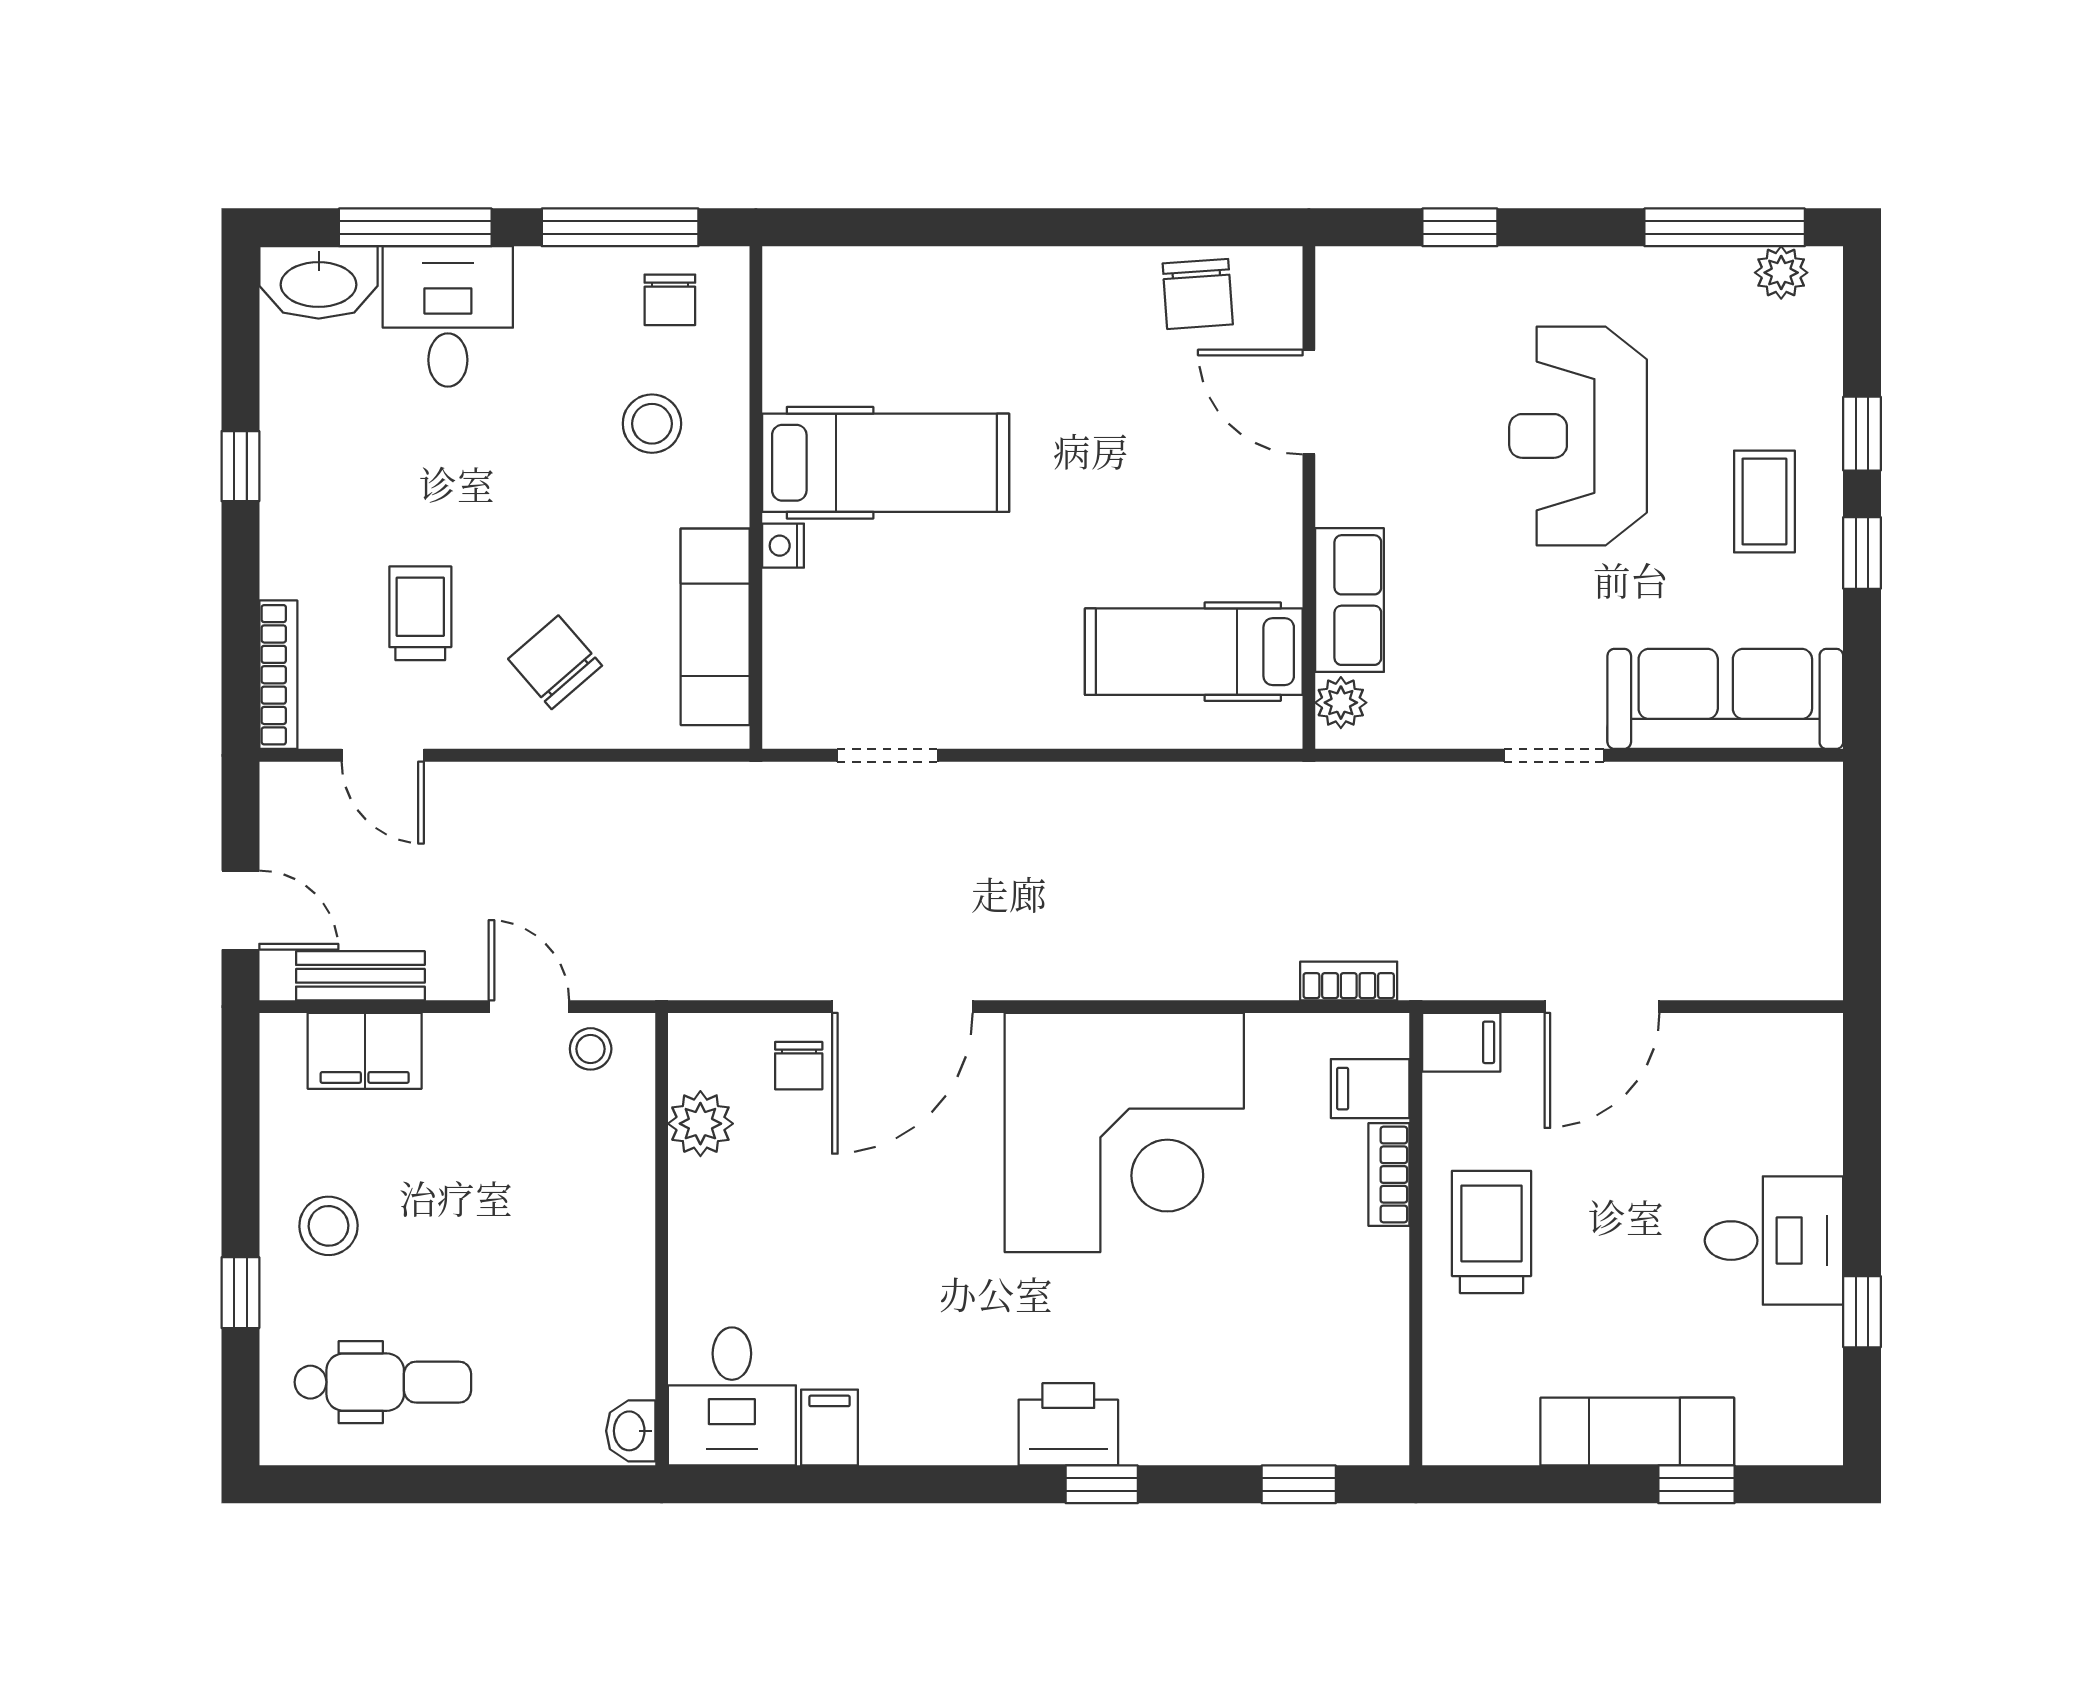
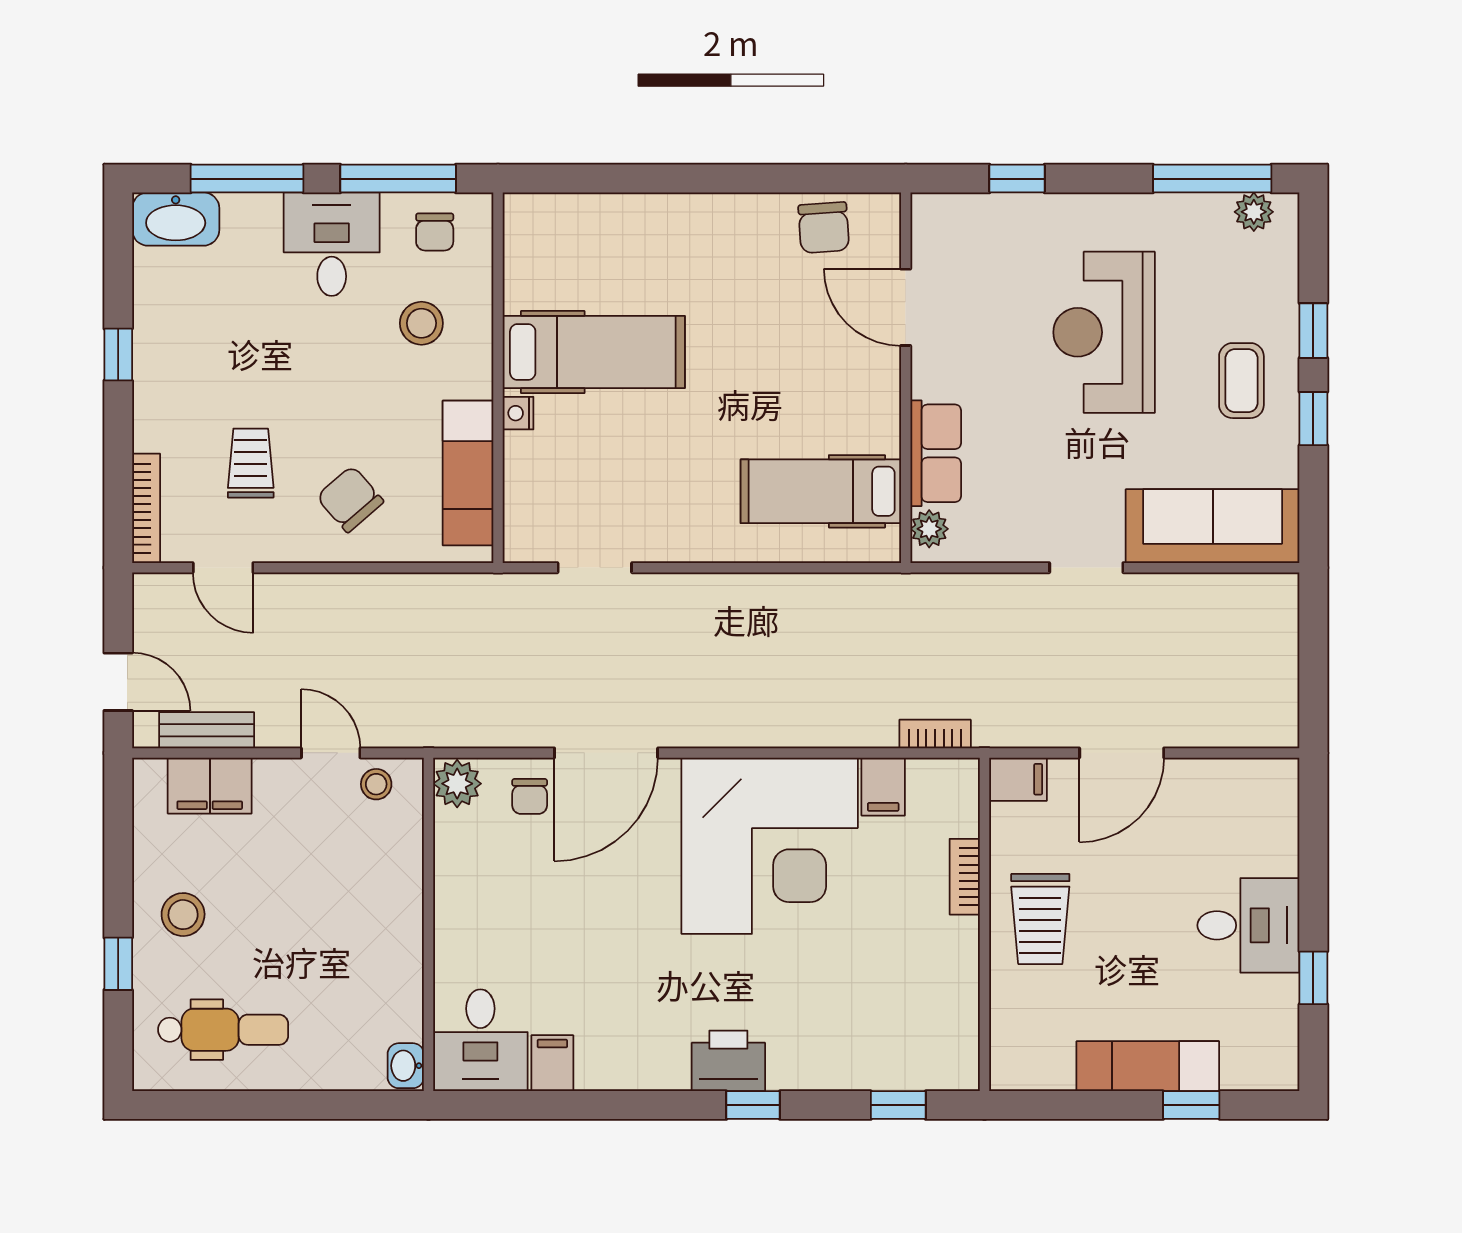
desk: (448, 316) -> (332, 244), moved
filing cabinet: (1370, 1089) -> (883, 787), moved, turned -90
plant: (700, 1124) -> (457, 784), moved
trolley: (1492, 1232) -> (1040, 919), turned 180

